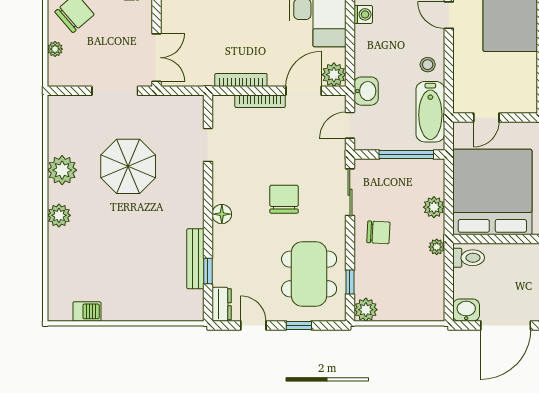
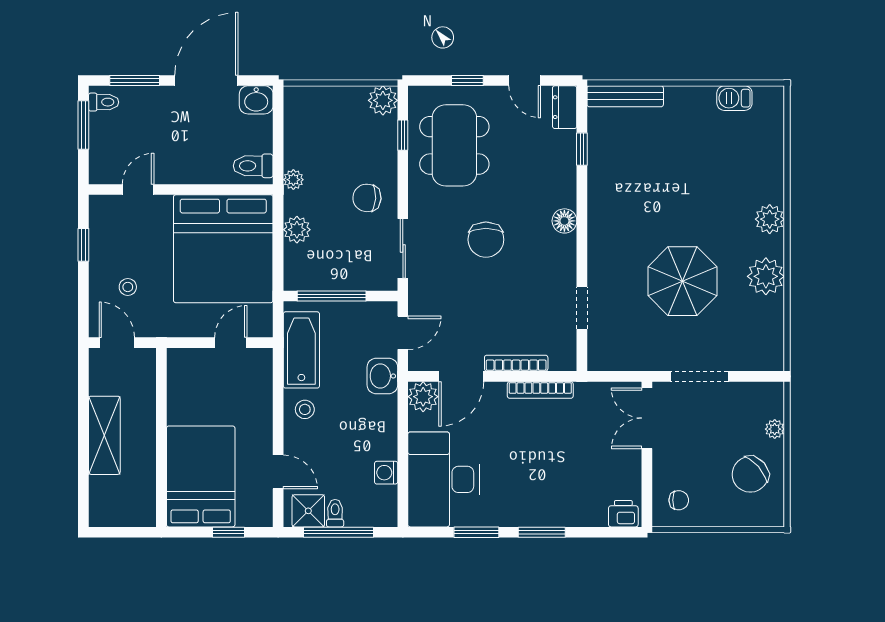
bench: (195, 259) -> (625, 96), moved, turned 90

